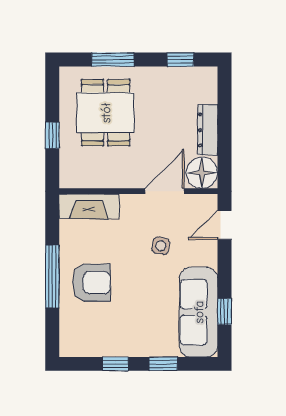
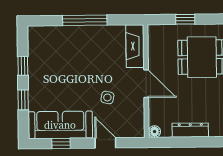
floor lamp: (202, 173) -> (155, 132), width x0.53, depth x0.53
door: (165, 191) -> (146, 84), moved
door: (224, 225) -> (105, 143), moved
armchair: (91, 283) -> (81, 48), removed

